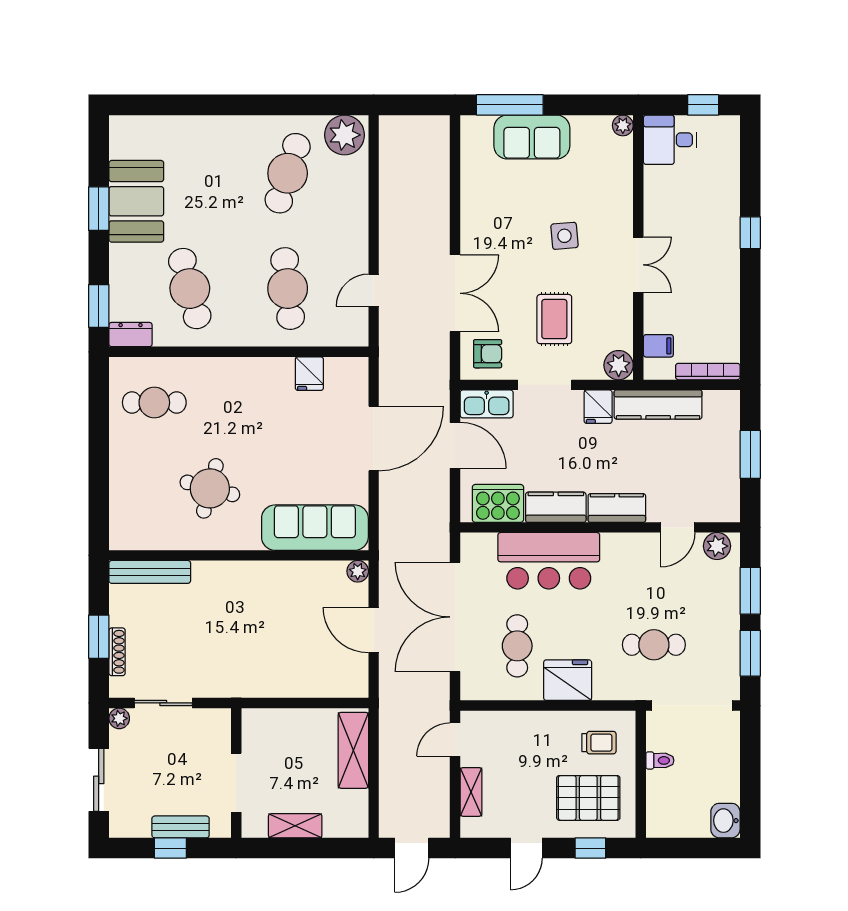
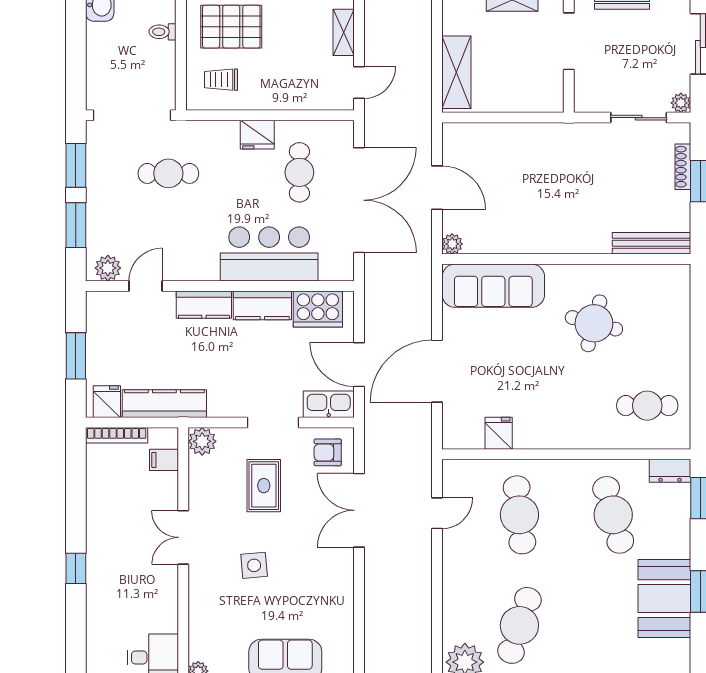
fridge: (598, 407) -> (107, 402), moved
fridge: (568, 680) -> (257, 135), width x0.73, depth x0.75
toilet: (660, 760) -> (163, 32), moved

